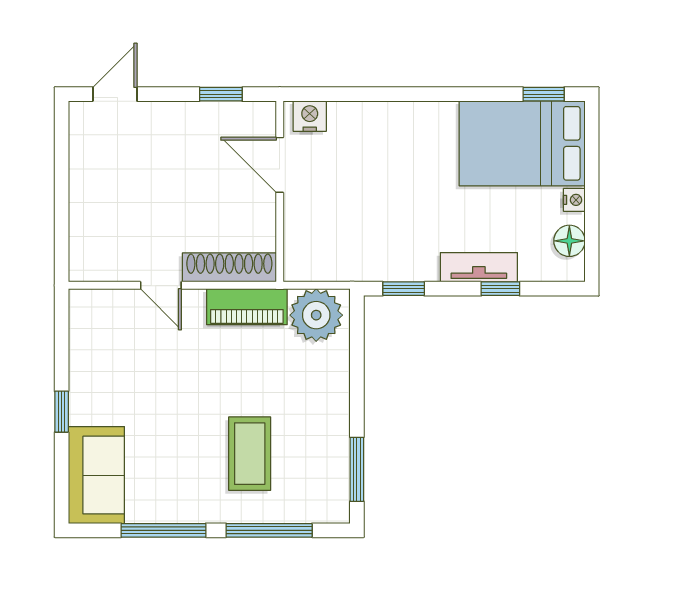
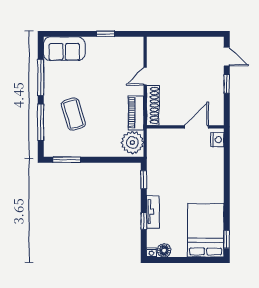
window: (221, 94) -> (227, 84), moved
nightstand: (574, 200) -> (151, 252), moved
window: (62, 412) -> (106, 34), moved
coffee table: (250, 454) -> (73, 114), turned 73

